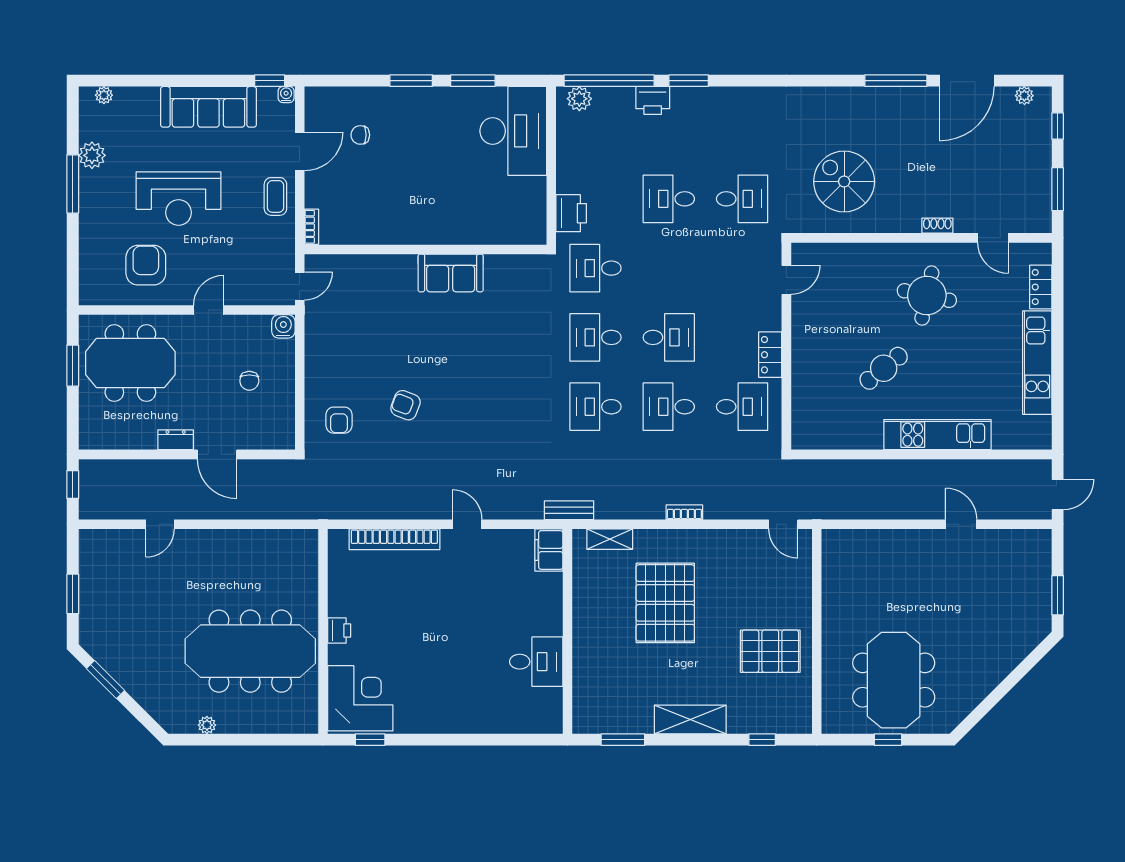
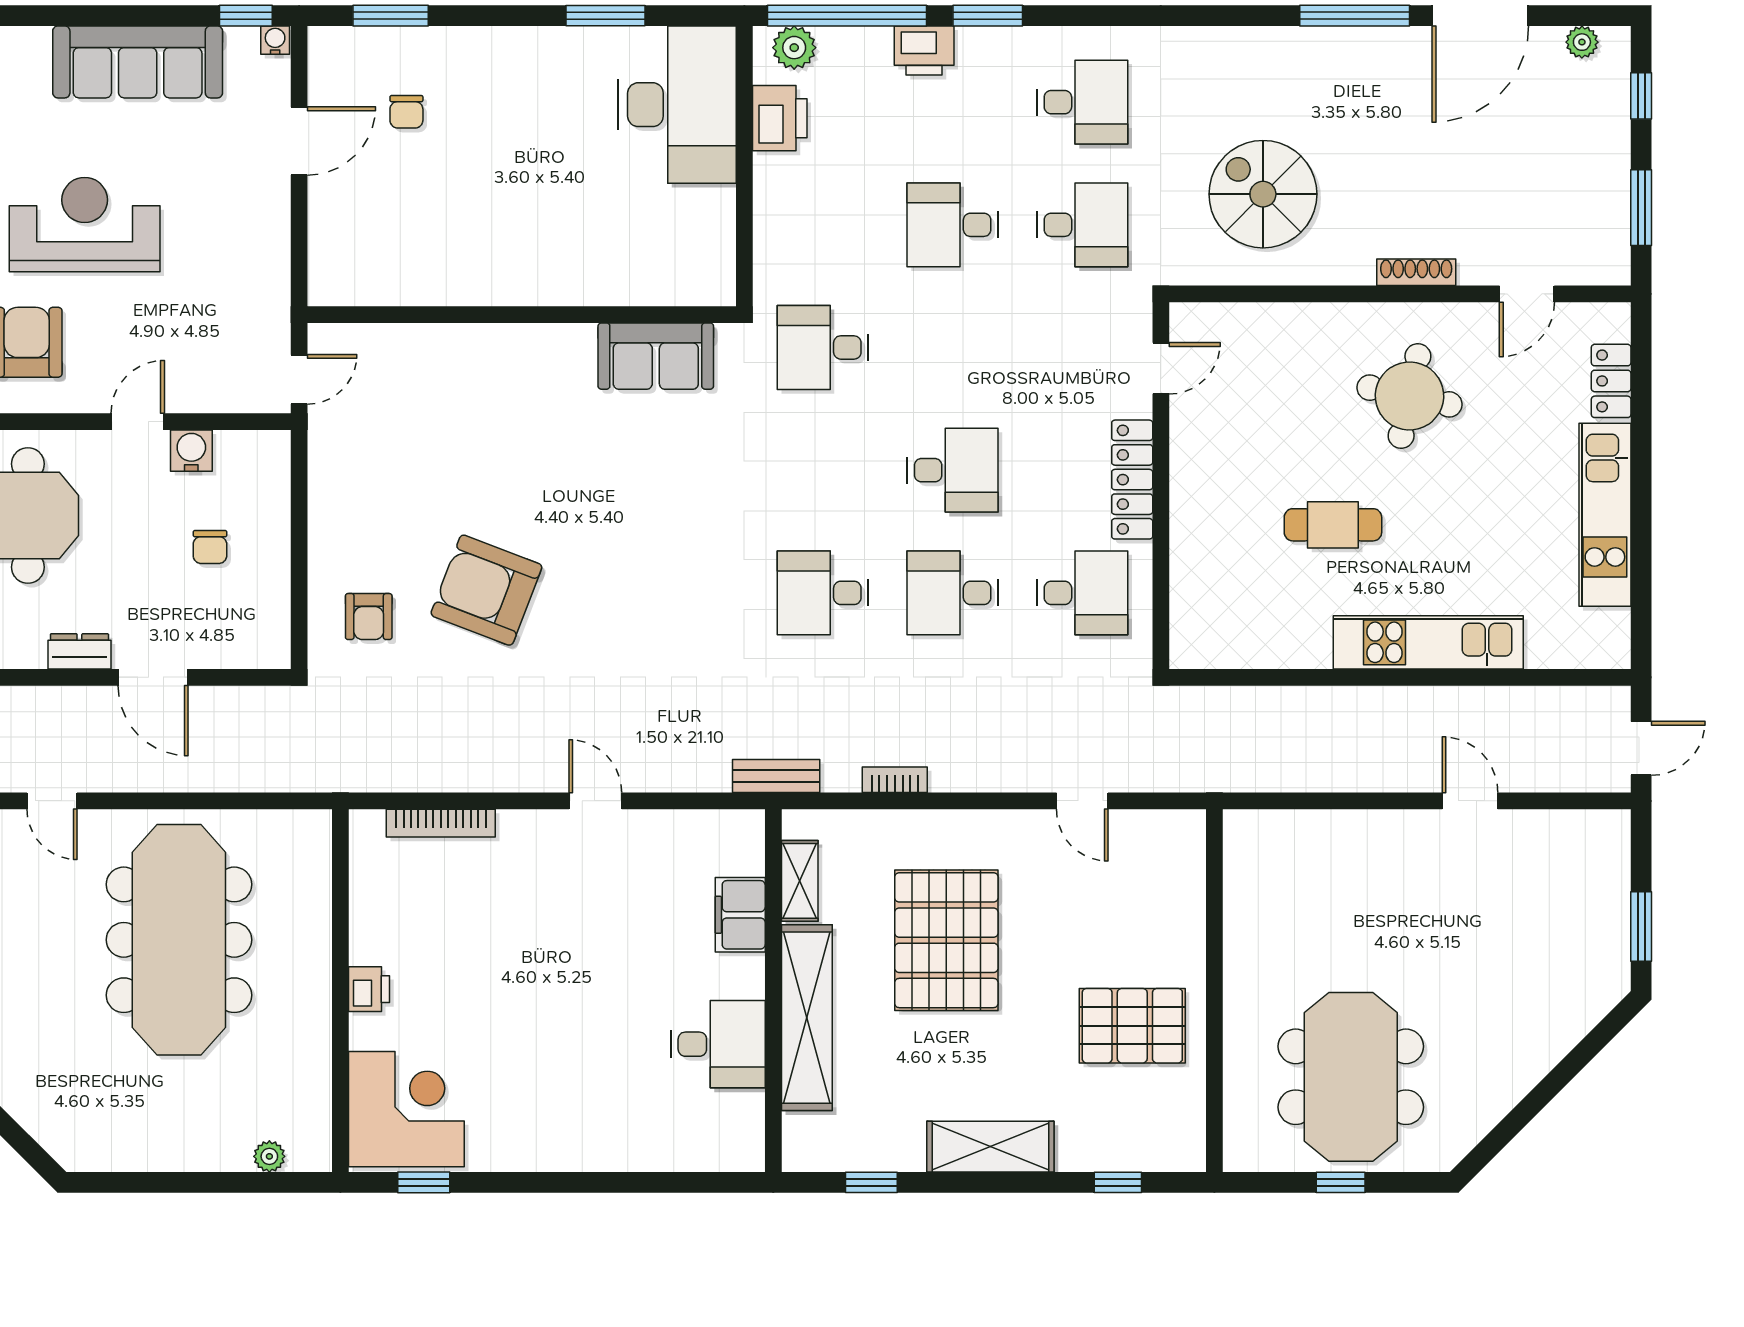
window: (411, 81) -> (391, 16), moved
chair: (360, 135) -> (406, 112), turned -90
coffee table: (275, 196) -> (256, 221), removed
reception desk: (179, 199) -> (85, 225), turned 180
printer: (571, 213) -> (780, 118), moved
shoe rack: (937, 226) -> (1416, 272), width x1.43
bookcase: (311, 227) -> (320, 274), removed
door: (993, 238) -> (1527, 294), hinge flipped
sofa: (451, 273) -> (656, 356), moved
water cooler: (283, 326) -> (191, 451), moved
desk: (595, 337) -> (1082, 102), moved, turned 180
locker: (770, 355) -> (1132, 480), width x1.53
cafe table: (884, 368) -> (1333, 525), turned 39
armchair: (406, 405) -> (486, 590), width x1.88, depth x1.88
bookcase: (684, 512) -> (895, 780), moved
door: (160, 524) -> (52, 801), hinge flipped
door: (783, 524) -> (1082, 801), moved
bookcase: (394, 539) -> (441, 823), width x0.68, depth x0.76
shelving: (610, 539) -> (800, 881), moved, turned 90
filing cabinet: (549, 550) -> (740, 915), moved
shelving: (586, 647) -> (807, 1018), added
meeting table: (250, 651) -> (179, 940), moved, turned 90
plant: (207, 725) -> (269, 1156), moved
window: (623, 740) -> (871, 1182), width x0.67

